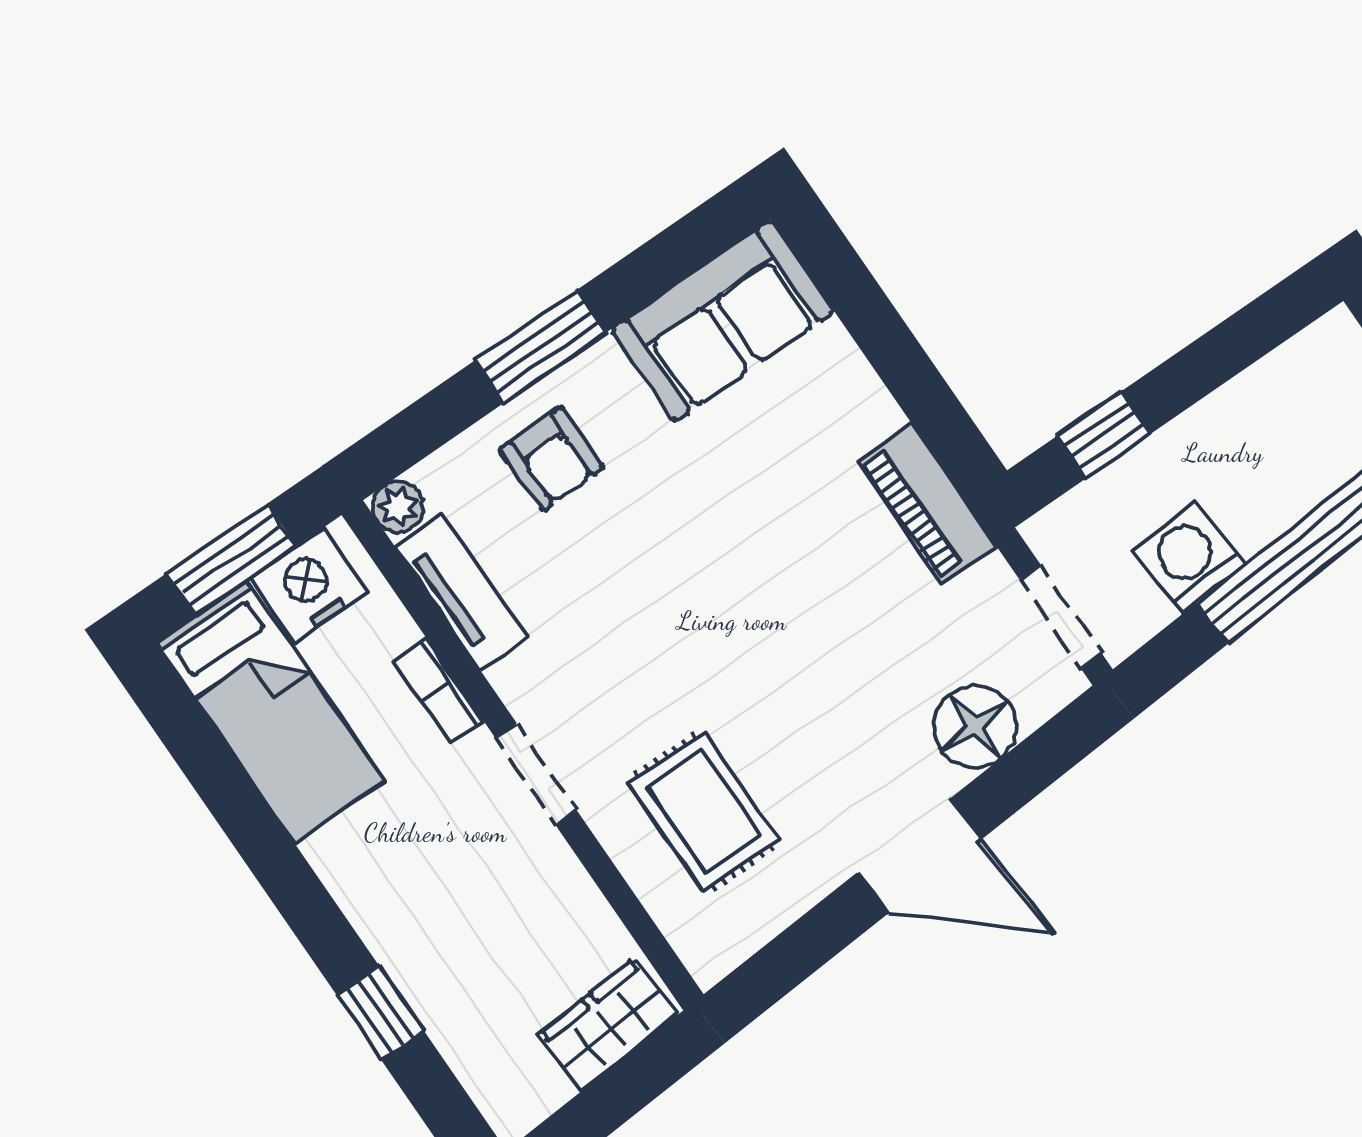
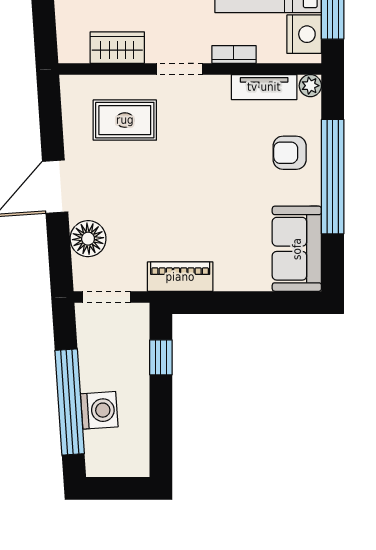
window: (540, 347) -> (333, 177), width x2.11
washing machine: (1189, 557) -> (99, 410), moved
wardrobe: (608, 1024) -> (117, 48), moved, turned -86

